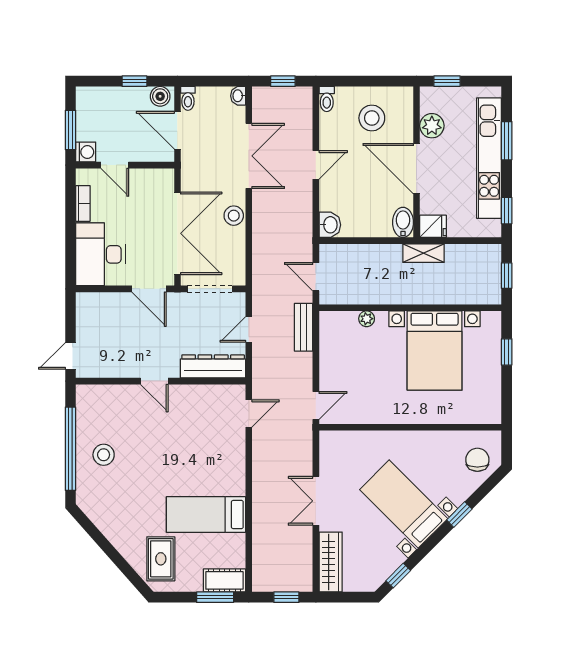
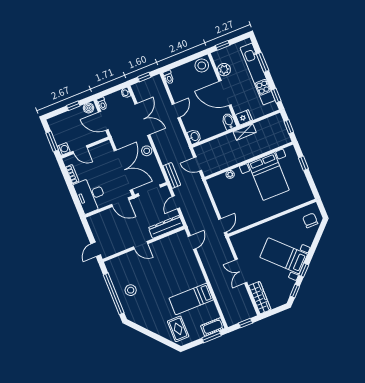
stool: (372, 118) -> (202, 65), moved
bench: (304, 327) -> (172, 175), moved
window: (459, 514) -> (304, 270), moved

